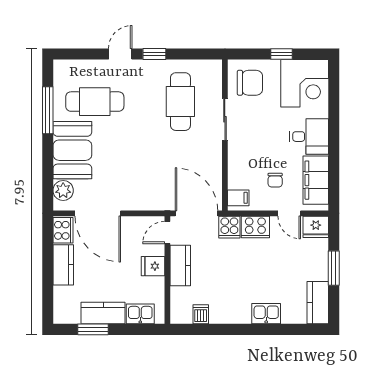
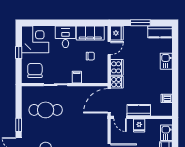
filing cabinet: (238, 198) -> (77, 77), moved

